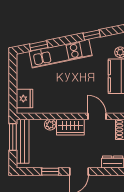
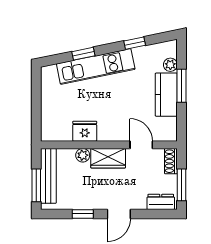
window: (39, 46) -> (83, 54), moved
fridge: (25, 99) -> (85, 131), moved, turned -90
window: (13, 137) -> (36, 185), moved

